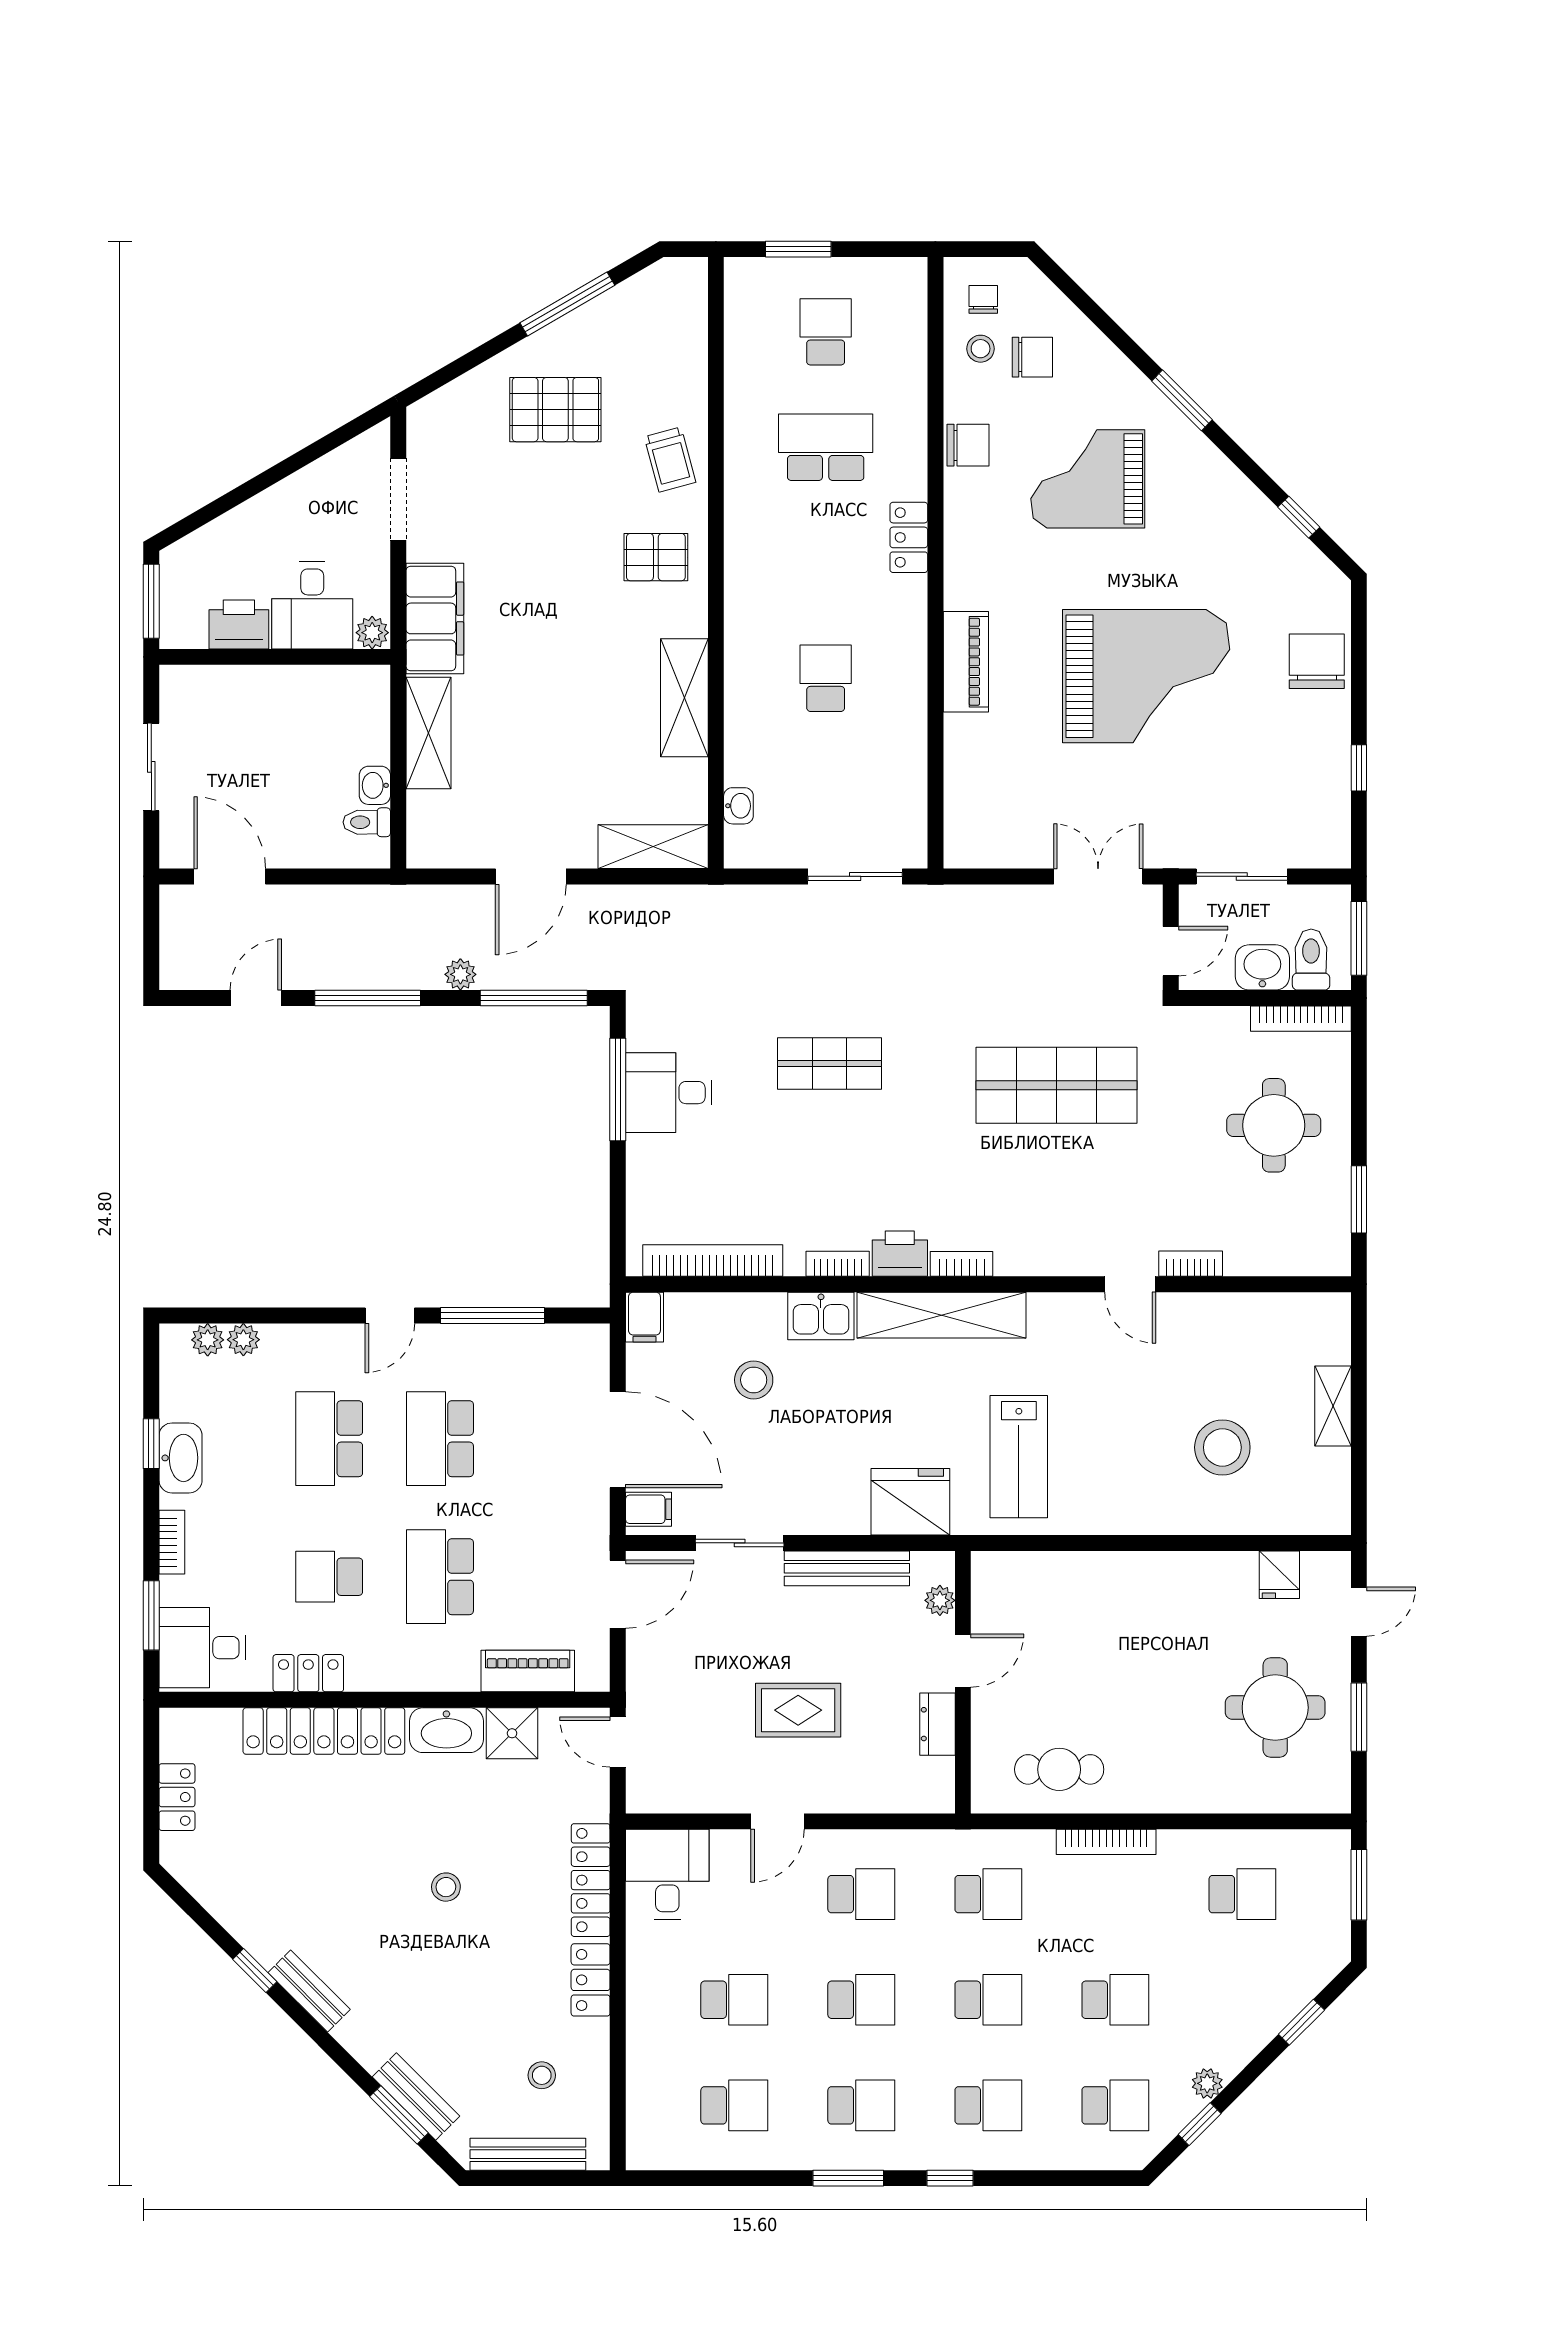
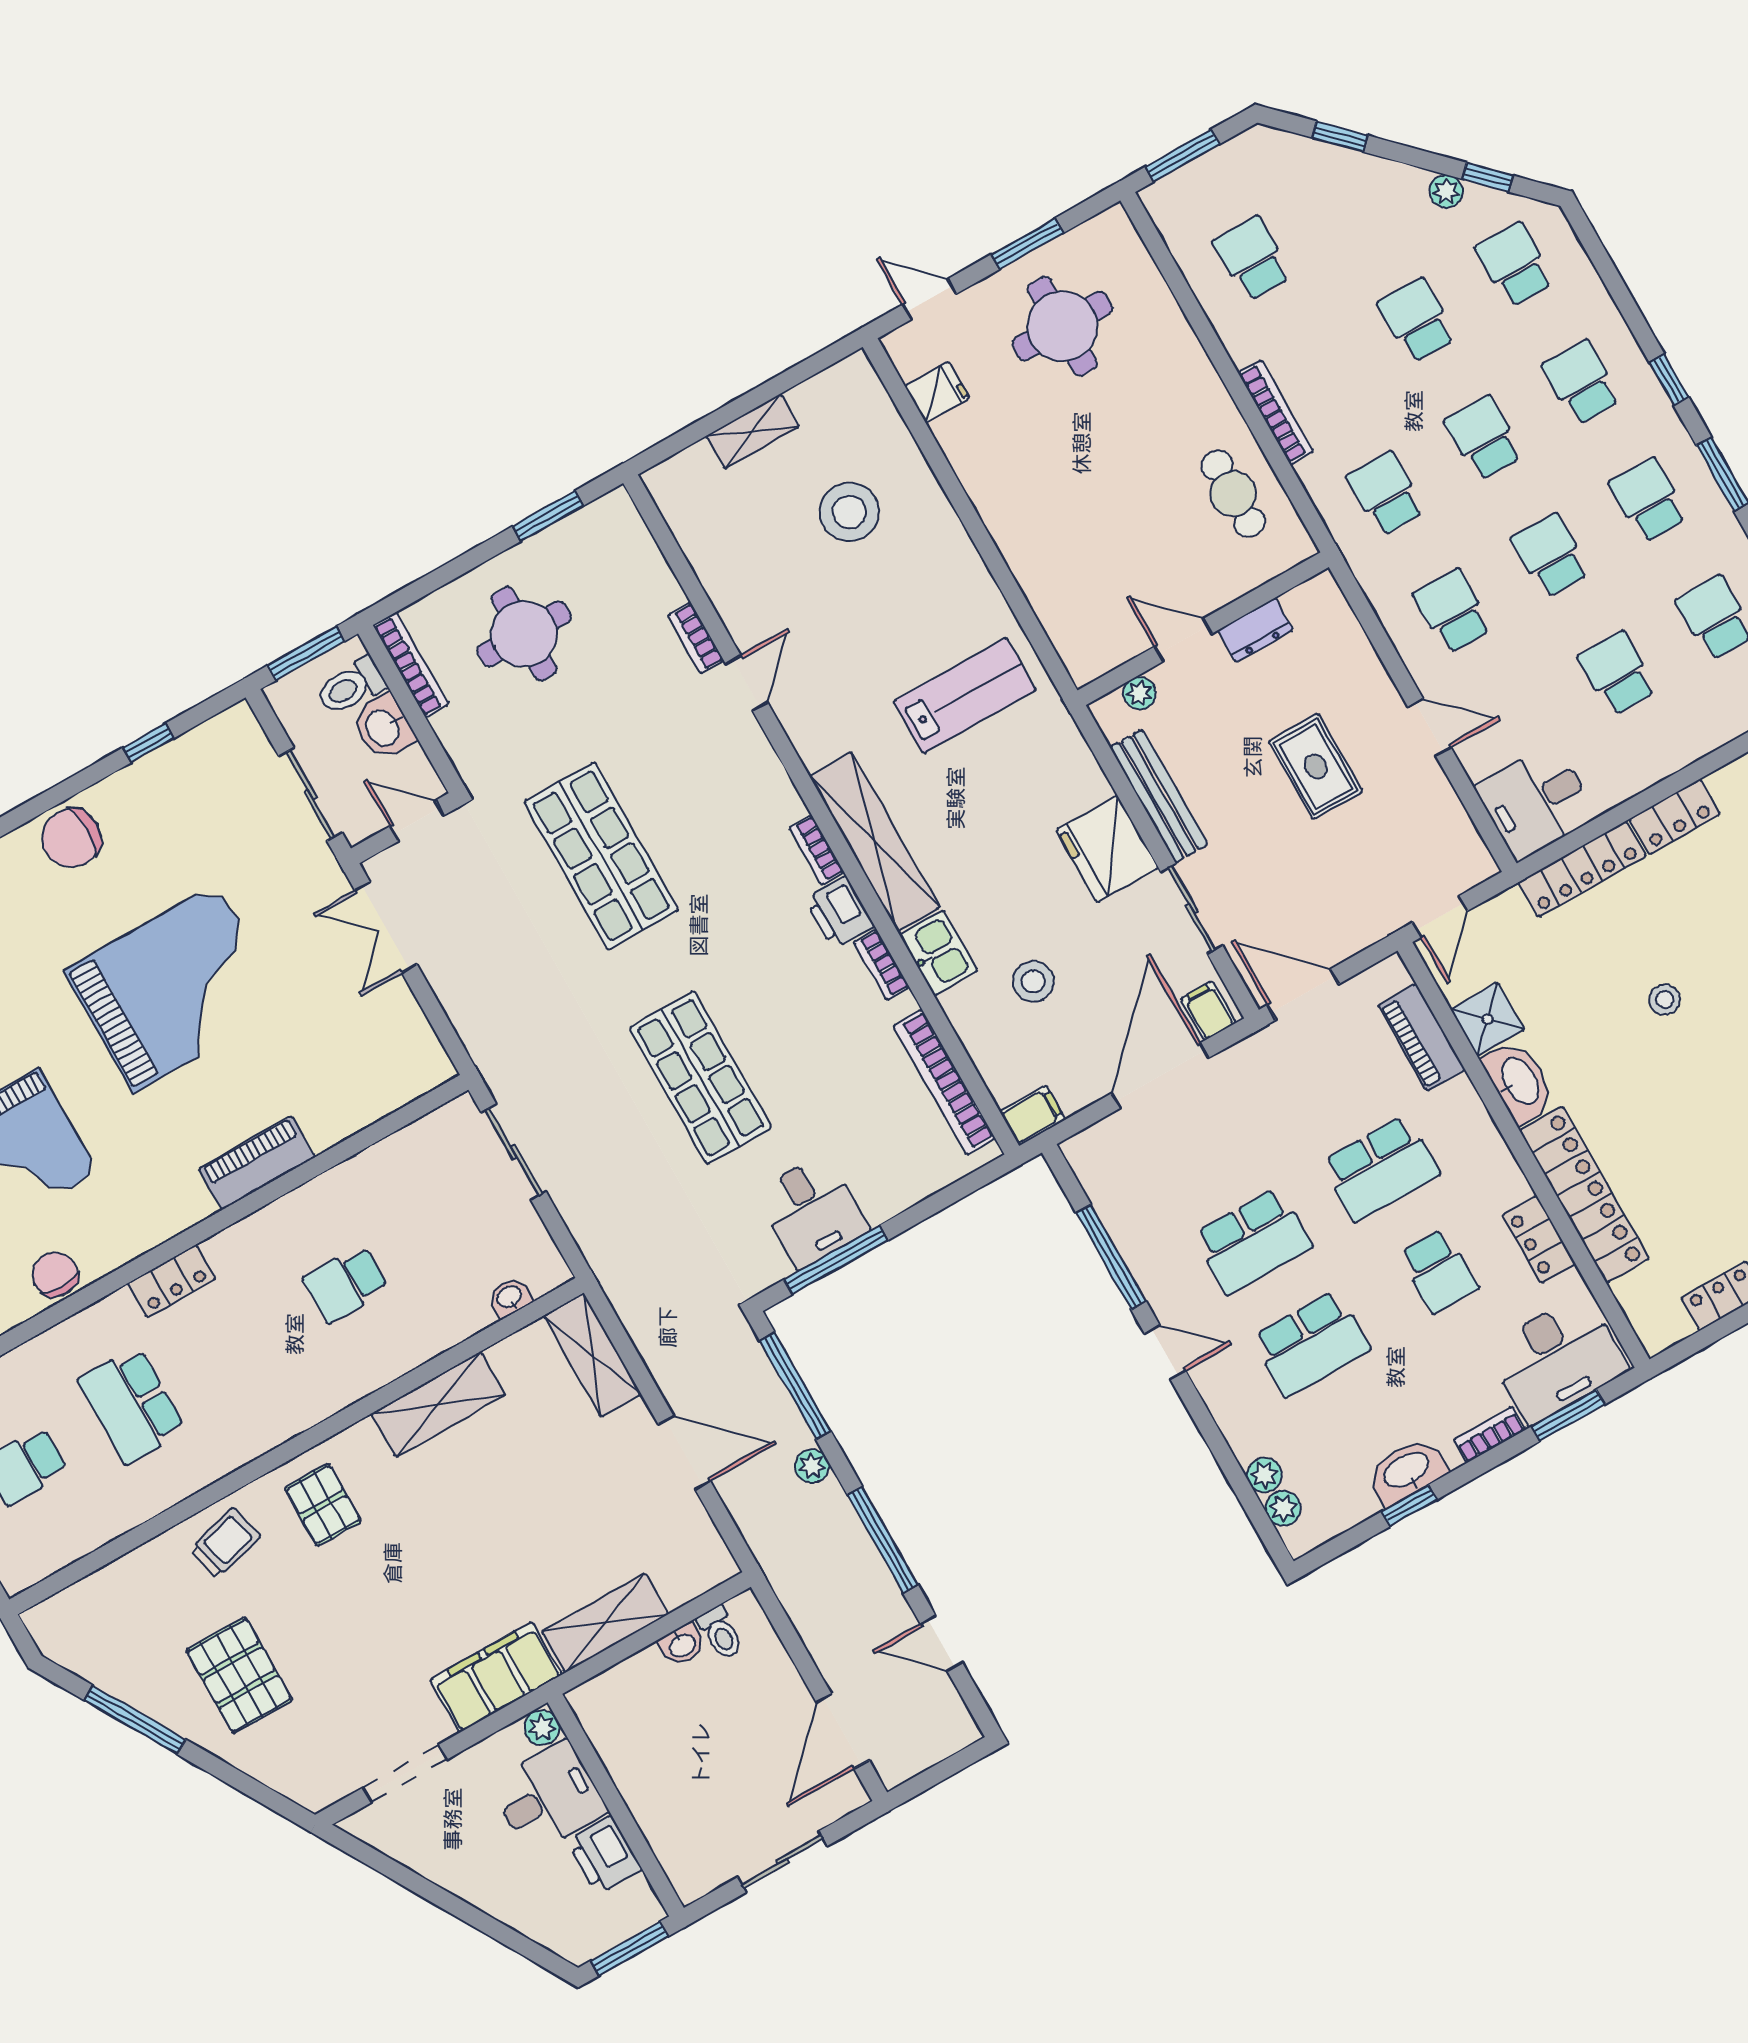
grand piano: (1146, 676) -> (175, 988), turned 90
shop shelf: (830, 1064) -> (700, 1078), width x1.43, depth x1.36
fridge: (910, 1502) -> (1107, 849), moved
desk: (203, 1648) -> (1557, 1359), width x1.37

